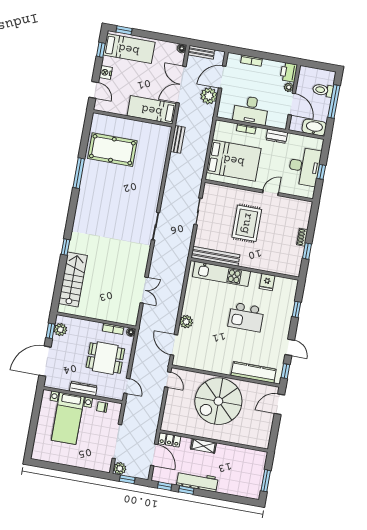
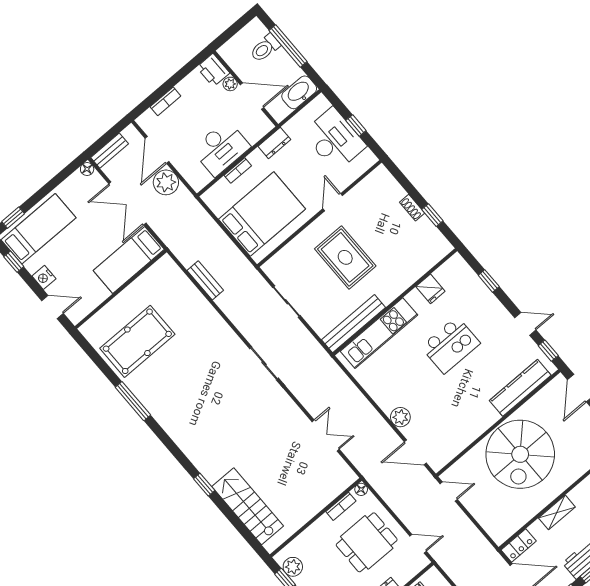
bench: (178, 139) -> (205, 280), moved

